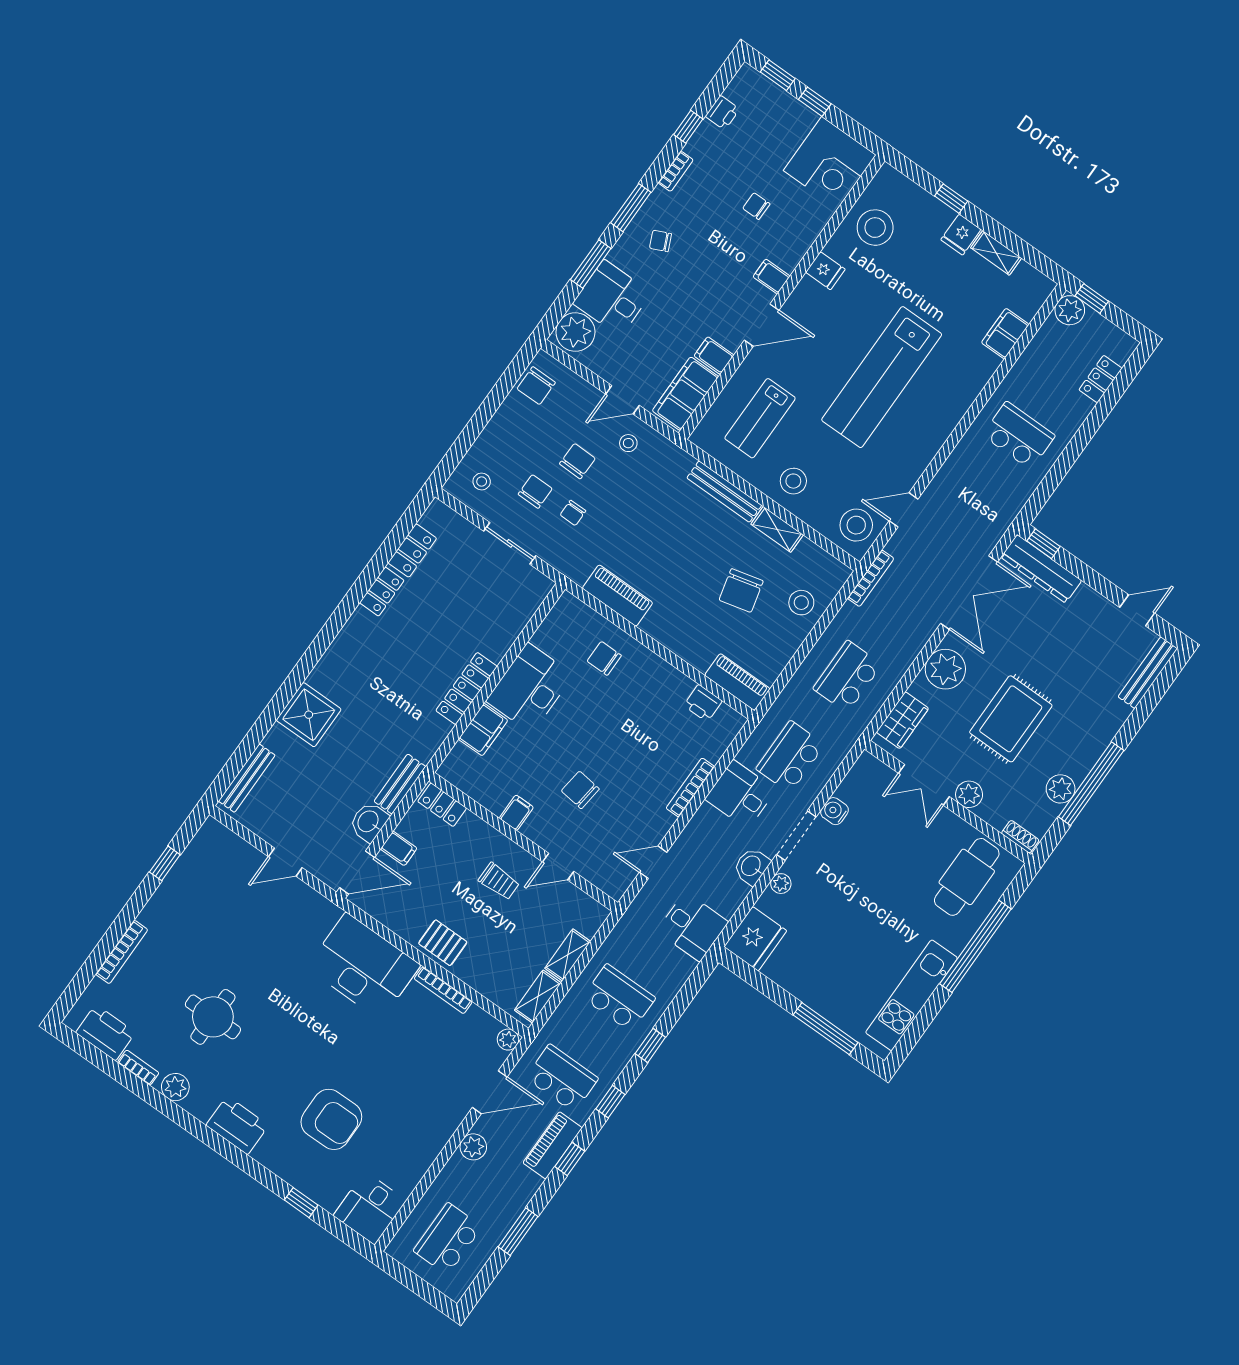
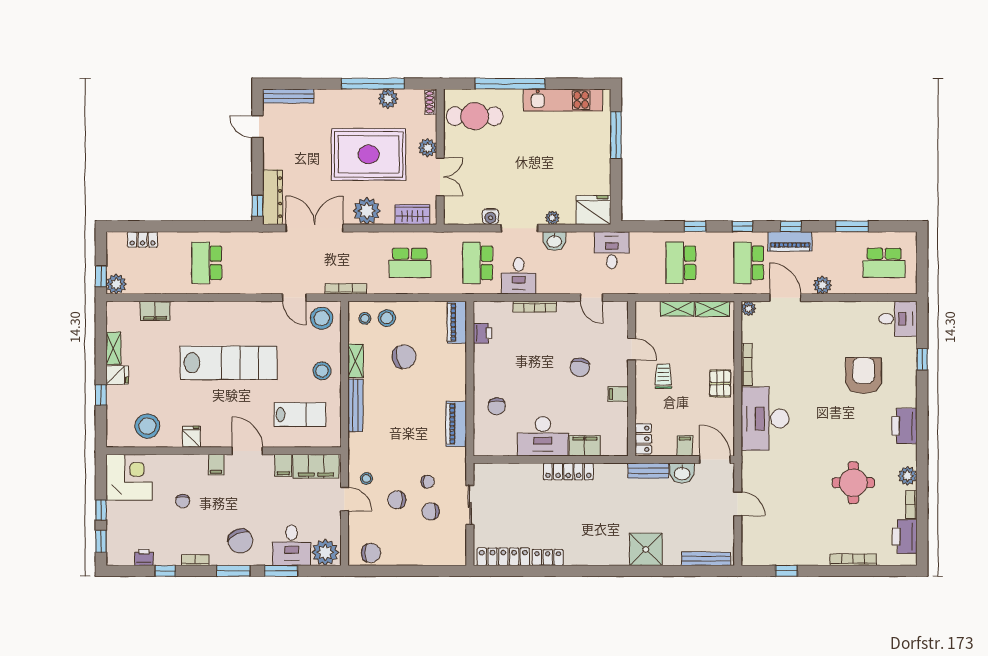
chair: (661, 241) -> (240, 541), width x1.87, depth x1.87
stool: (482, 481) -> (365, 318), moved
locker: (412, 551) -> (503, 557), width x1.53
rug: (1011, 719) -> (369, 154), width x1.37, depth x1.44
school desk: (790, 757) -> (478, 263), turned 90

